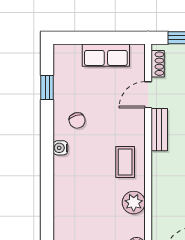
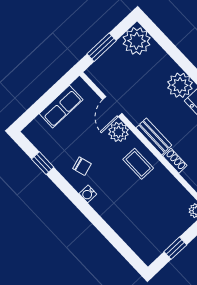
shoe rack: (158, 64) -> (175, 161), moved
bench: (159, 130) -> (154, 136), moved
plant: (134, 203) -> (119, 132), moved

